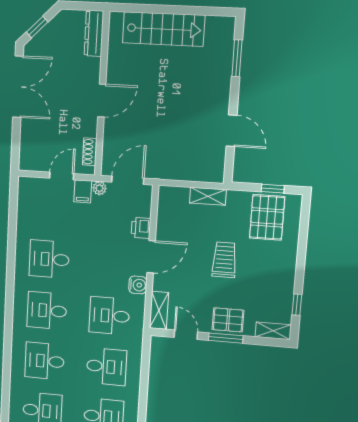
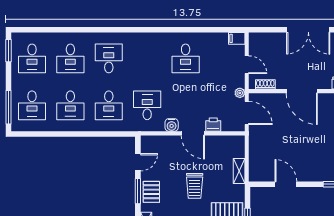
door: (102, 101) -> (302, 91), width x1.36
door: (232, 131) -> (286, 184), swing flipped
filing cabinet: (83, 191) -> (237, 38), moved
desk: (49, 259) -> (186, 58), turned 180
trolley: (224, 260) -> (195, 186), turned 90
desk: (47, 310) -> (147, 58), removed
shelving: (159, 310) -> (154, 141), removed

